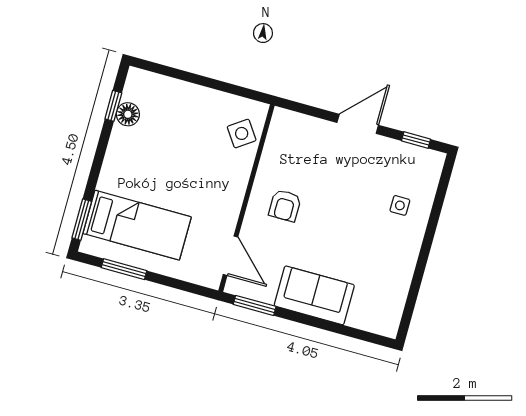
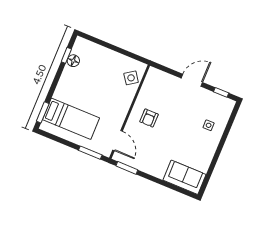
window: (124, 269) -> (90, 153), moved
sofa: (314, 295) -> (184, 177), moved

